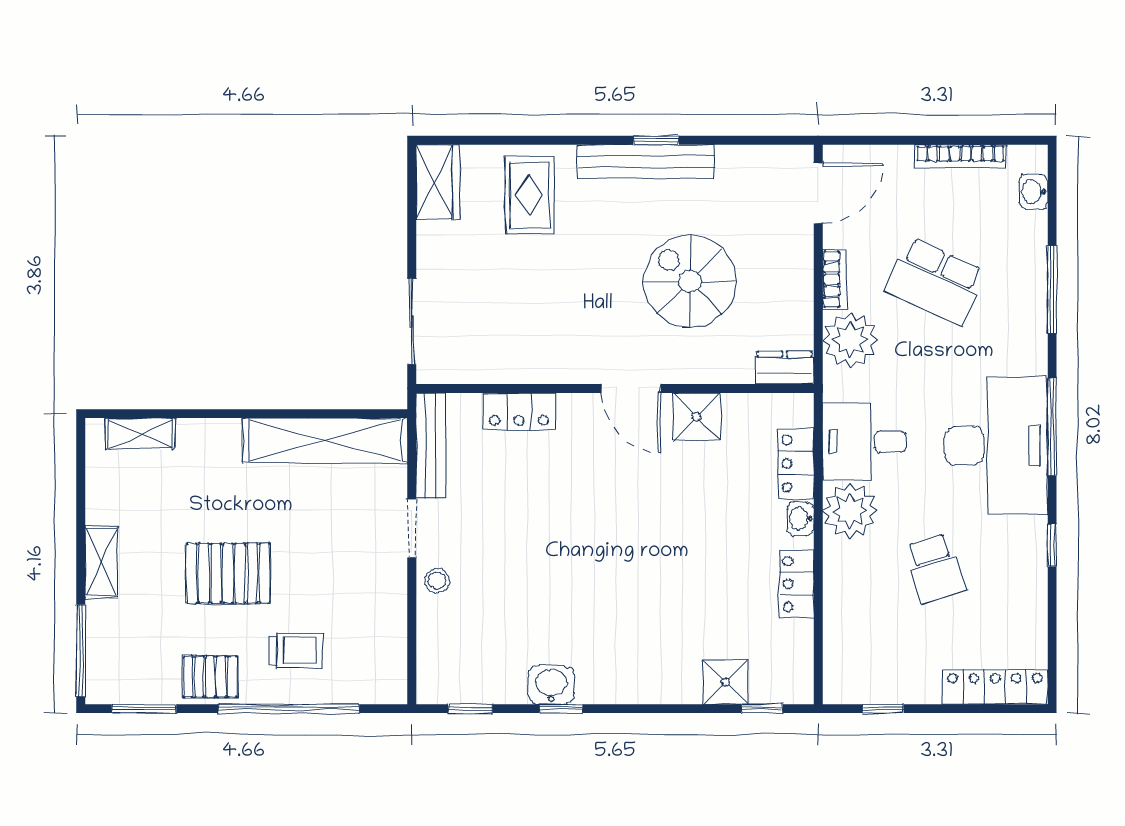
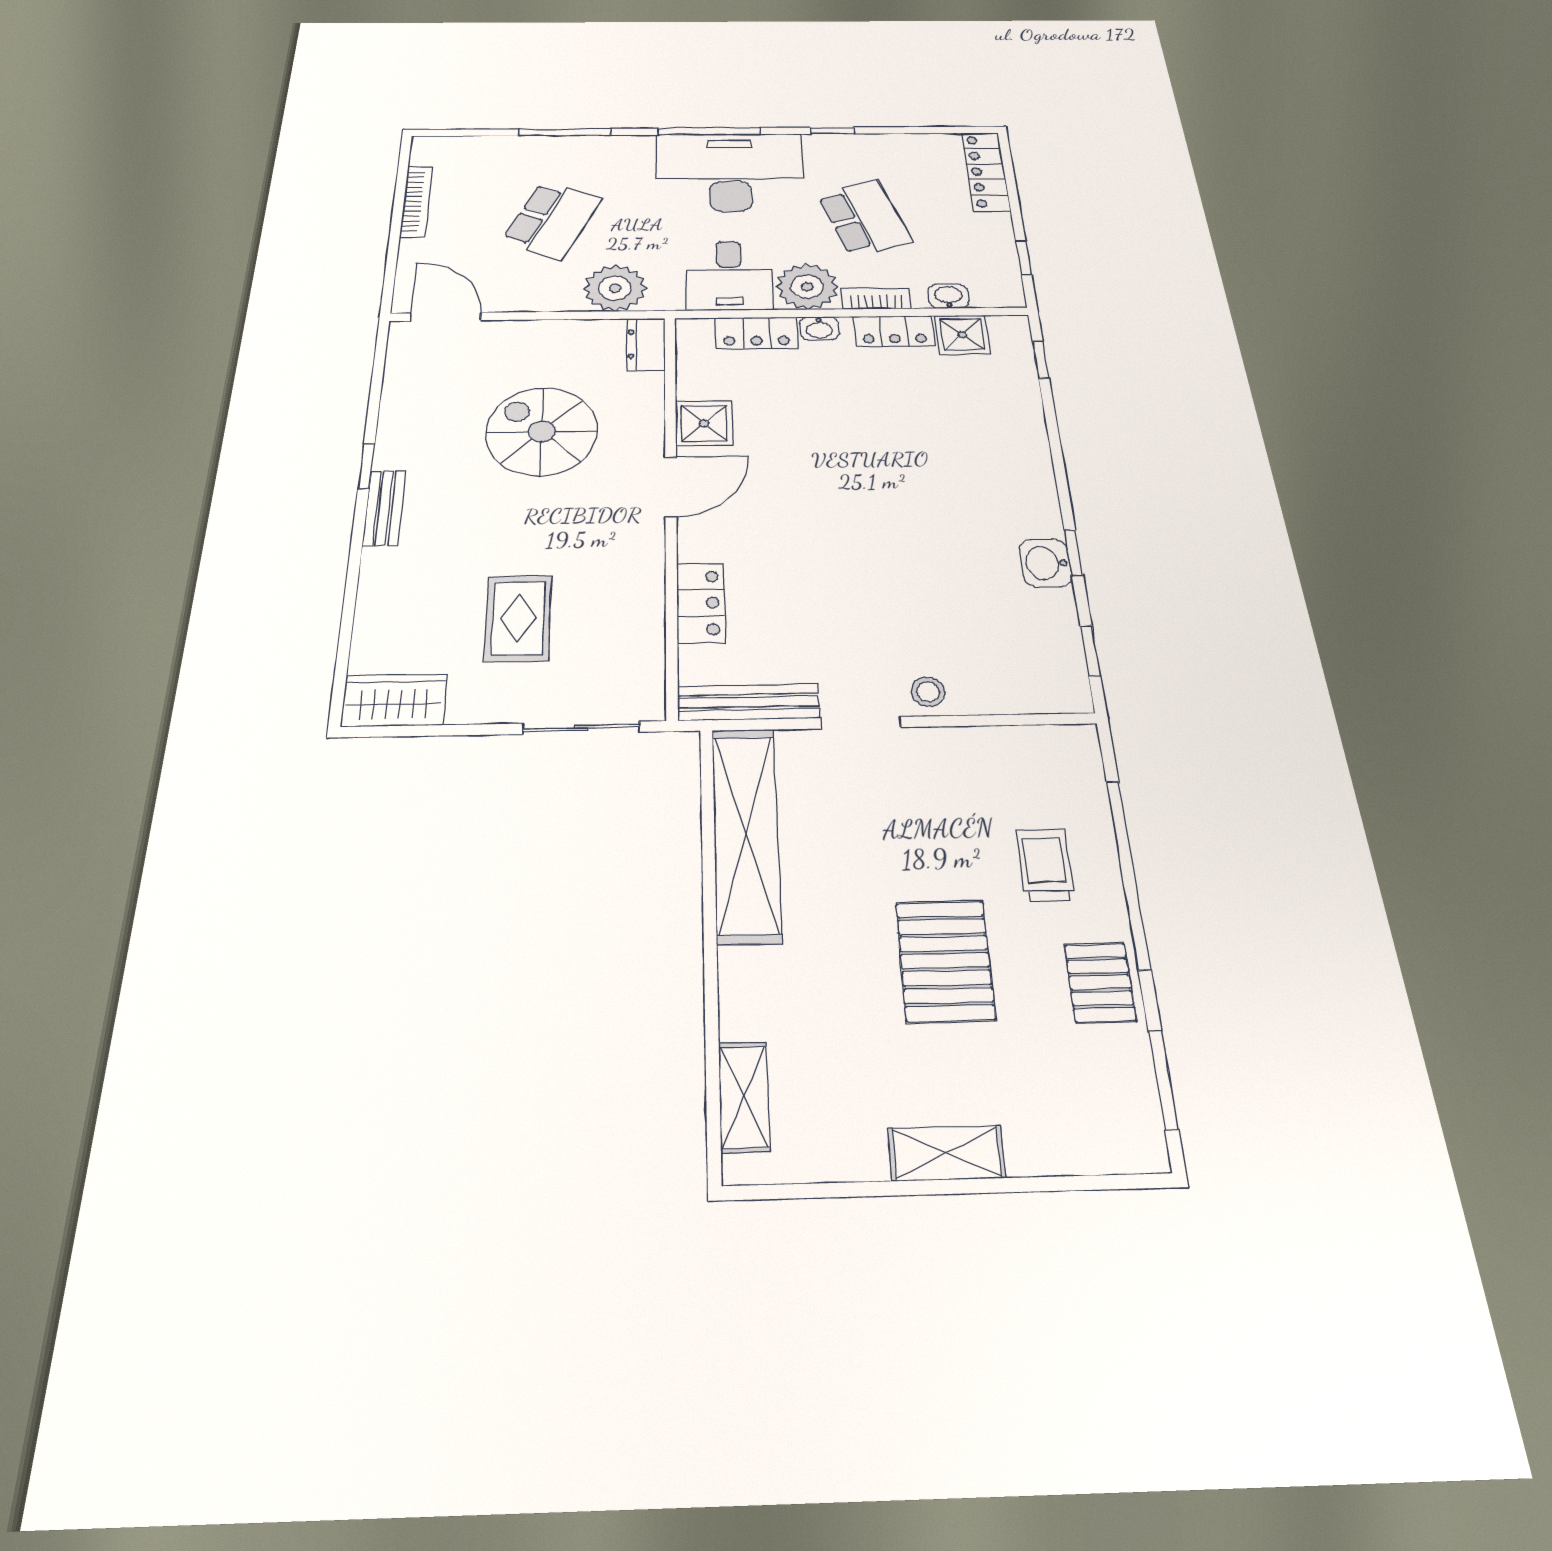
bench: (646, 162) -> (384, 508), width x0.54, depth x0.82
washbasin: (1033, 192) -> (948, 296), moved, turned 180
rug: (529, 195) -> (518, 618), moved, turned 90
bookcase: (835, 279) -> (876, 299), moved
spiral stairs: (690, 282) -> (542, 431), turned 90
school desk: (935, 568) -> (864, 218), width x1.85
window: (81, 651) -> (1089, 1183), removed
shower: (725, 682) -> (962, 335), moved

